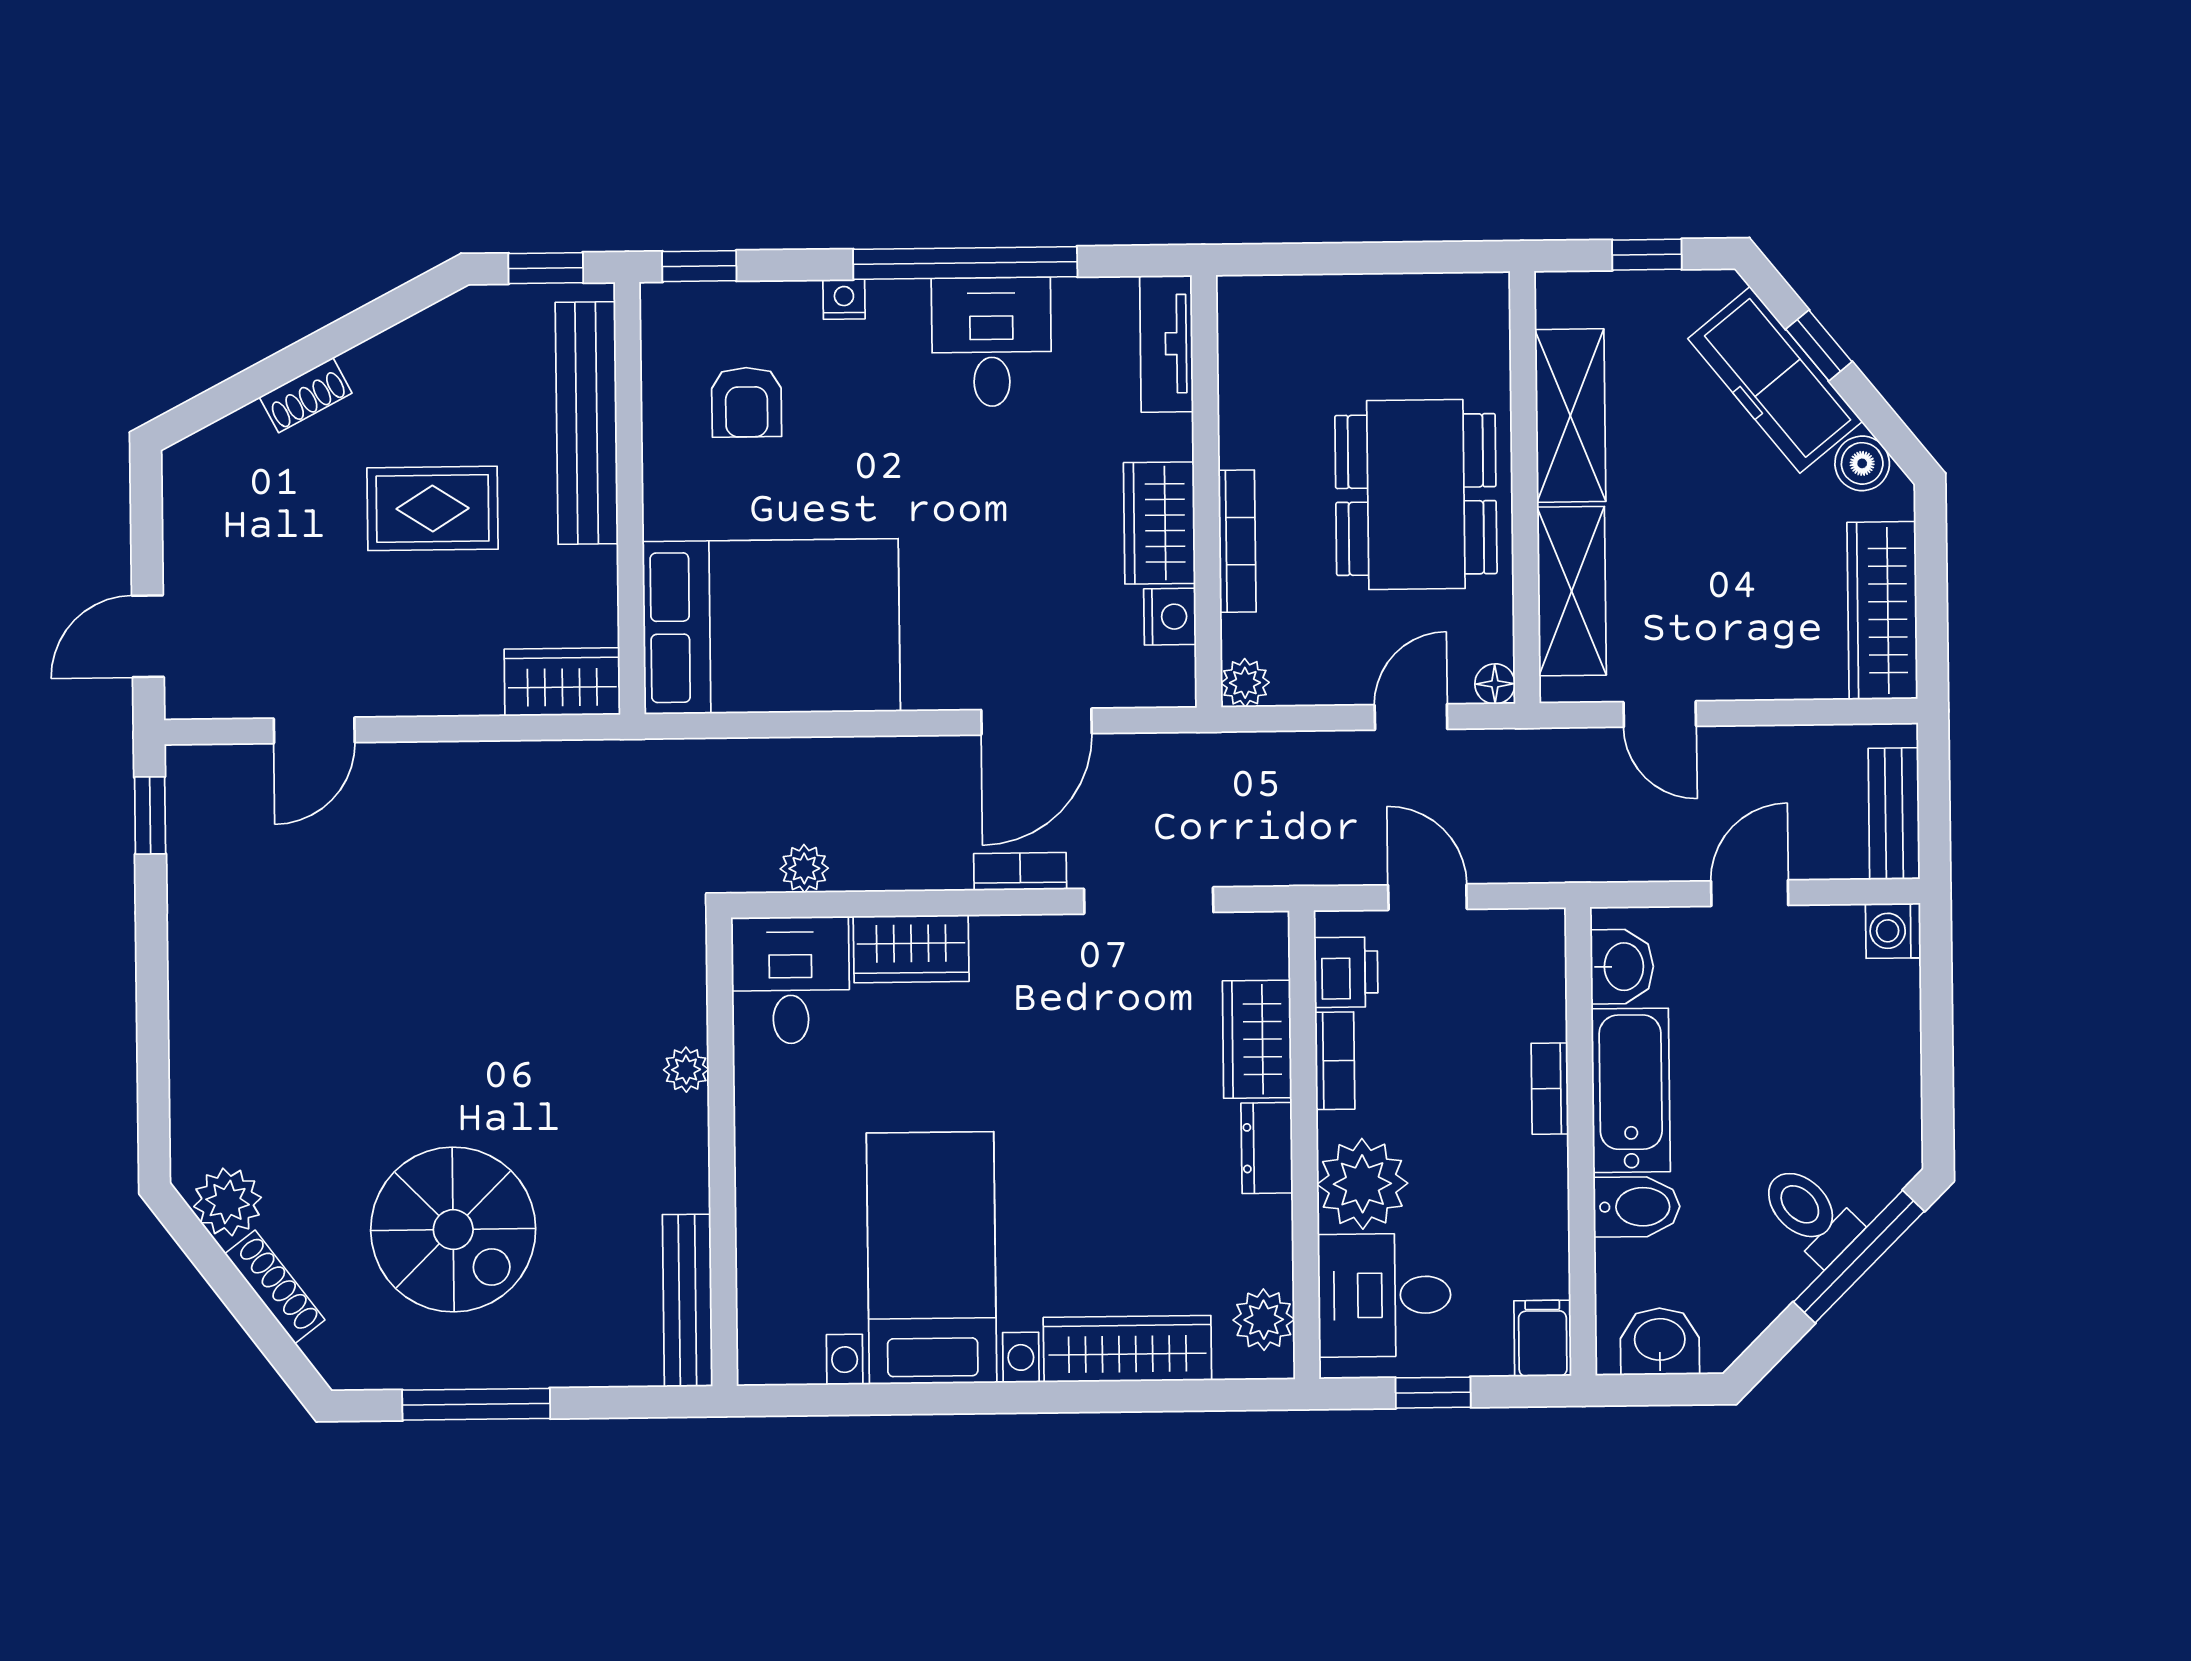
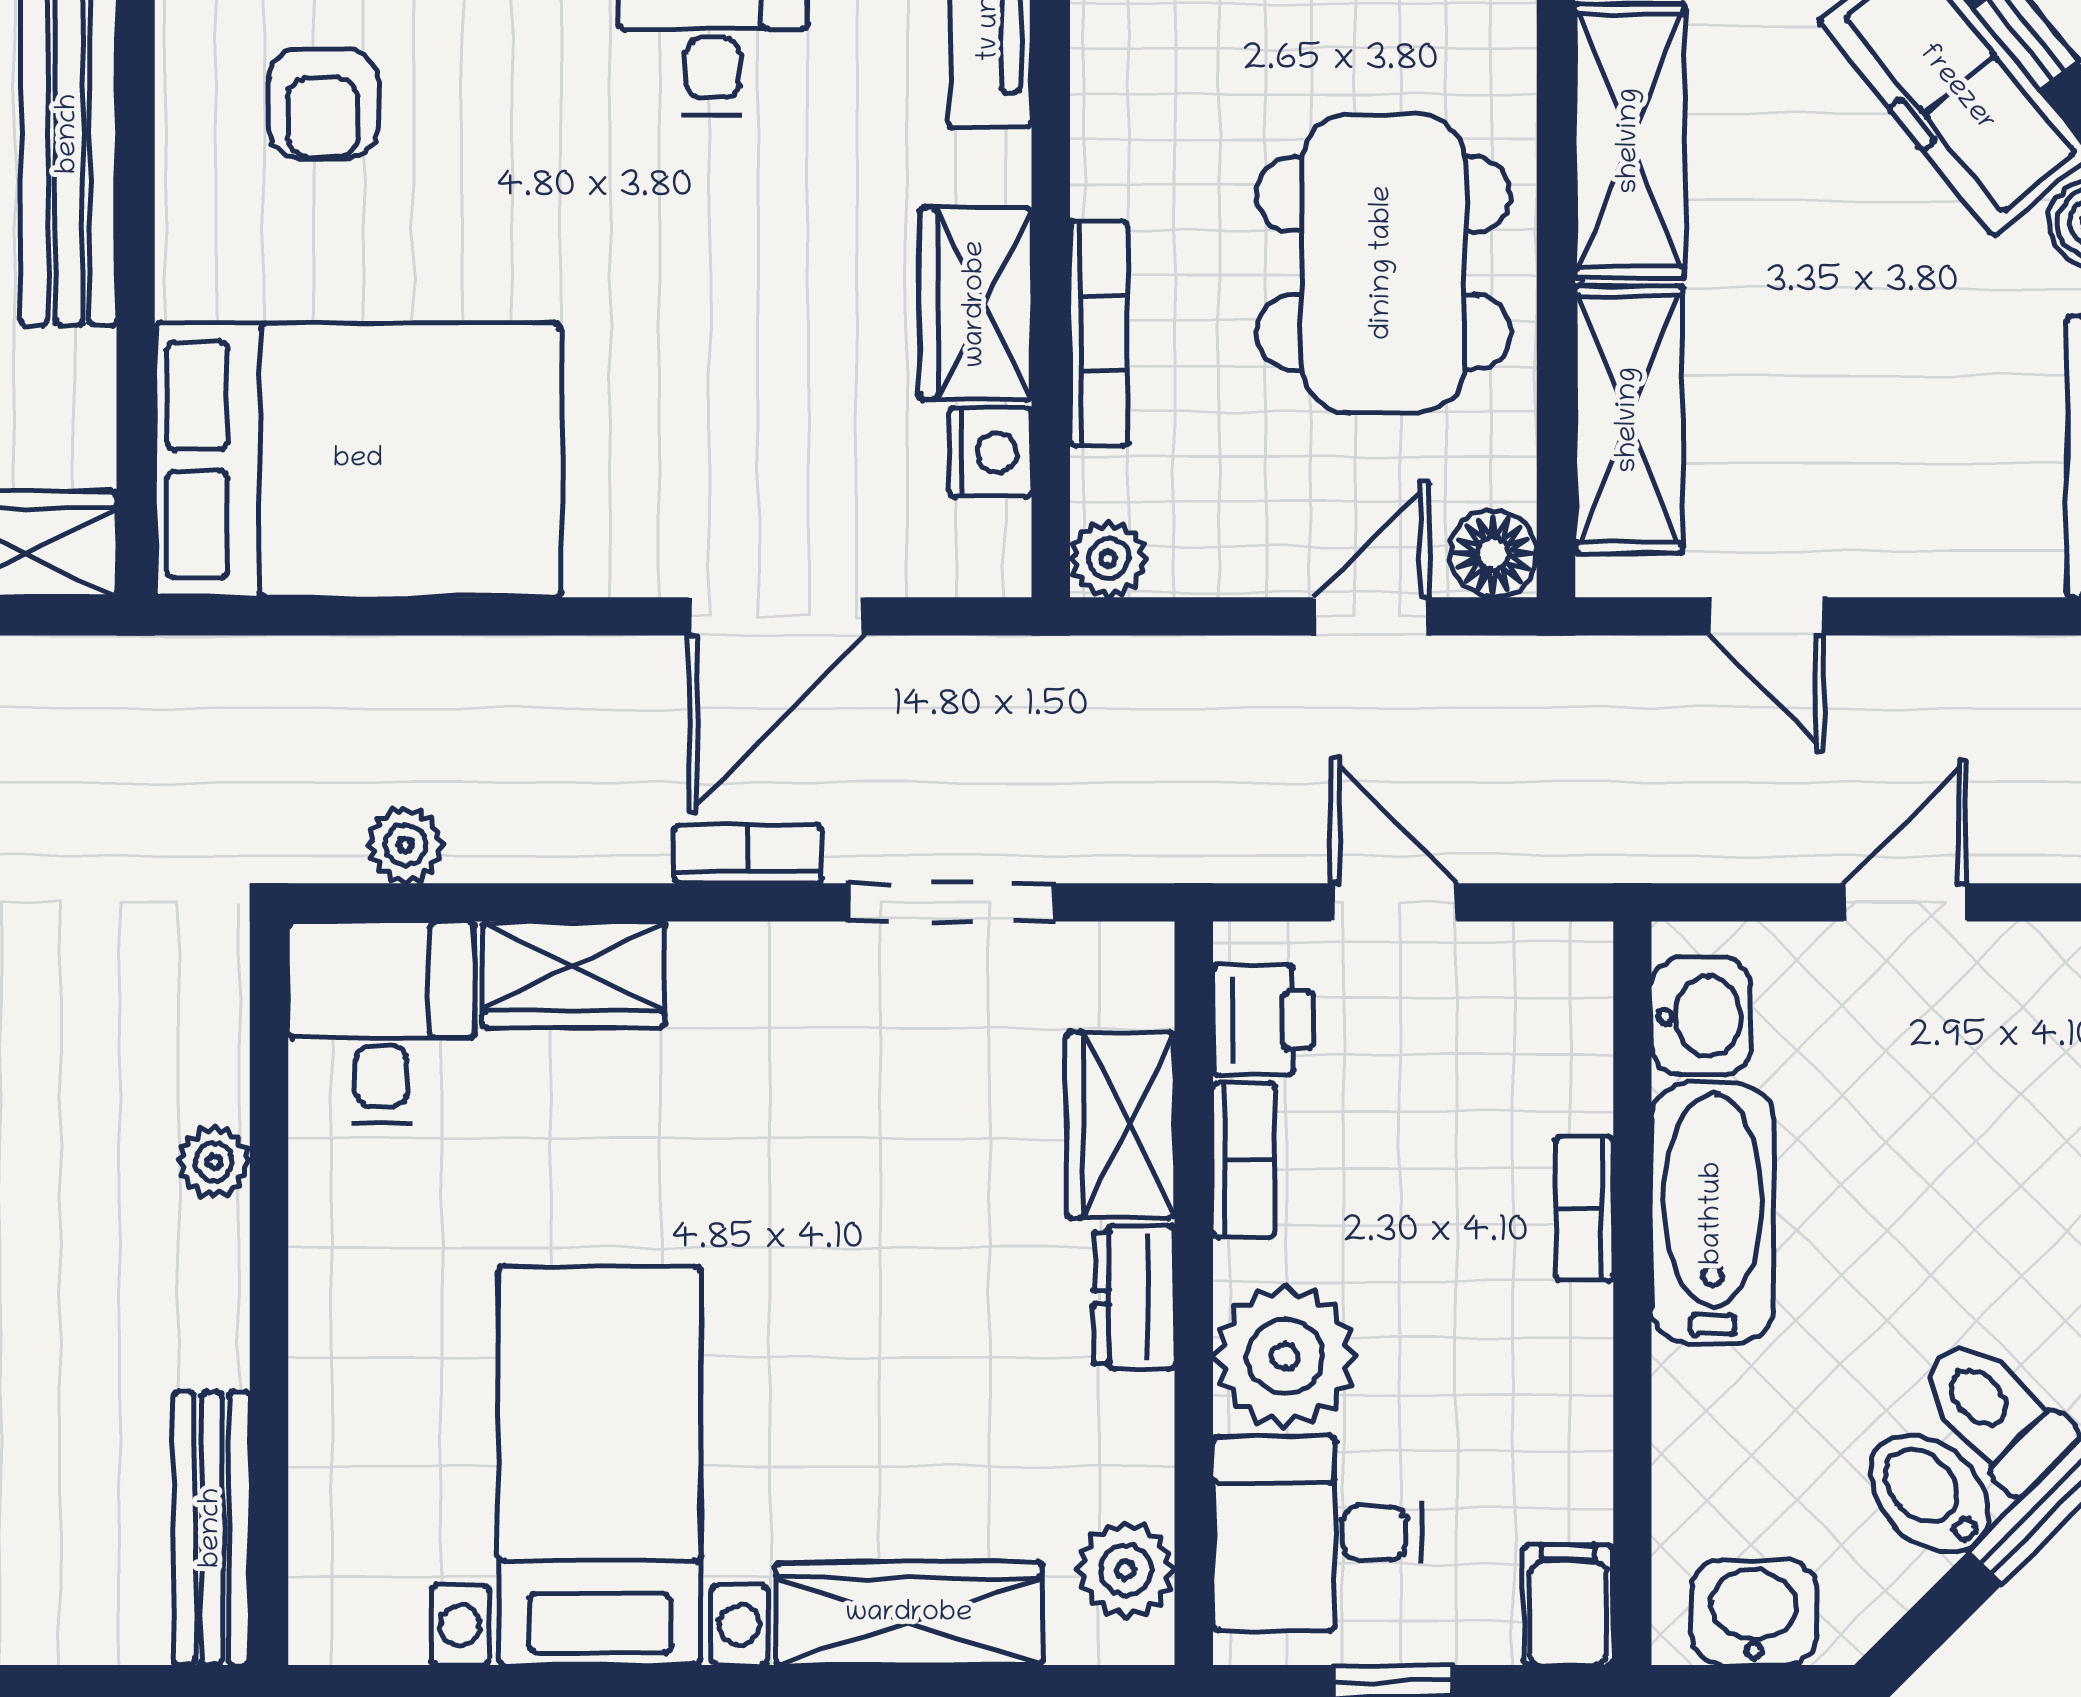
floor lamp: (1495, 684) -> (1493, 554), width x1.37, depth x1.37
bidet: (1637, 1207) -> (1929, 1493), moved, turned -135

